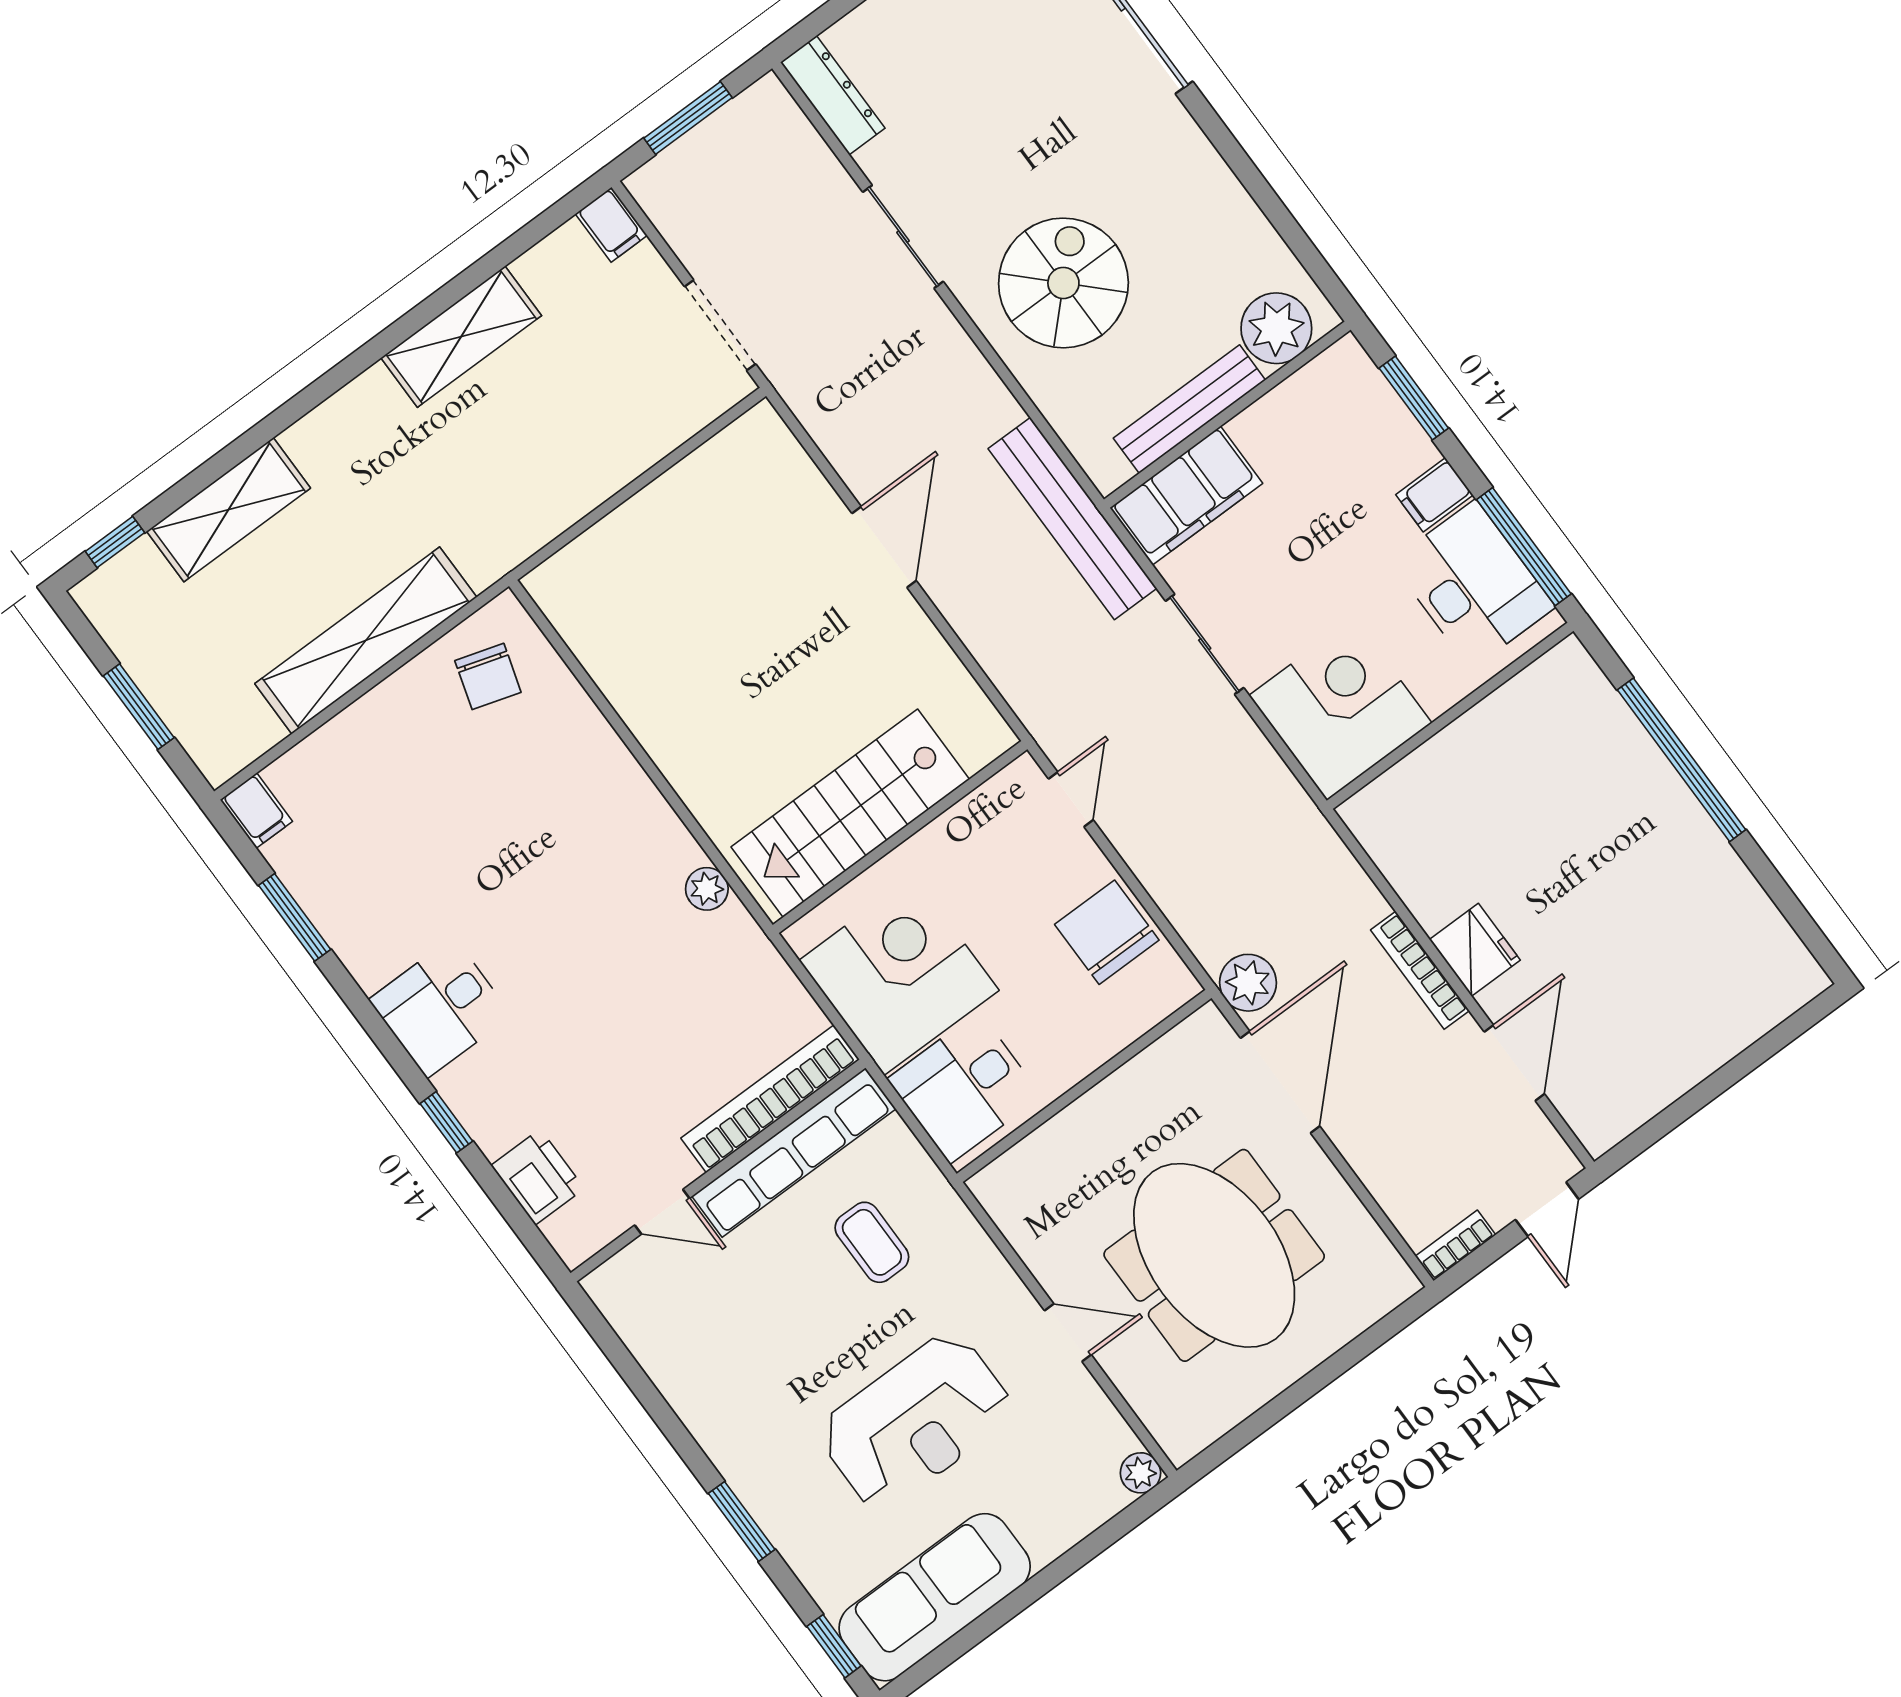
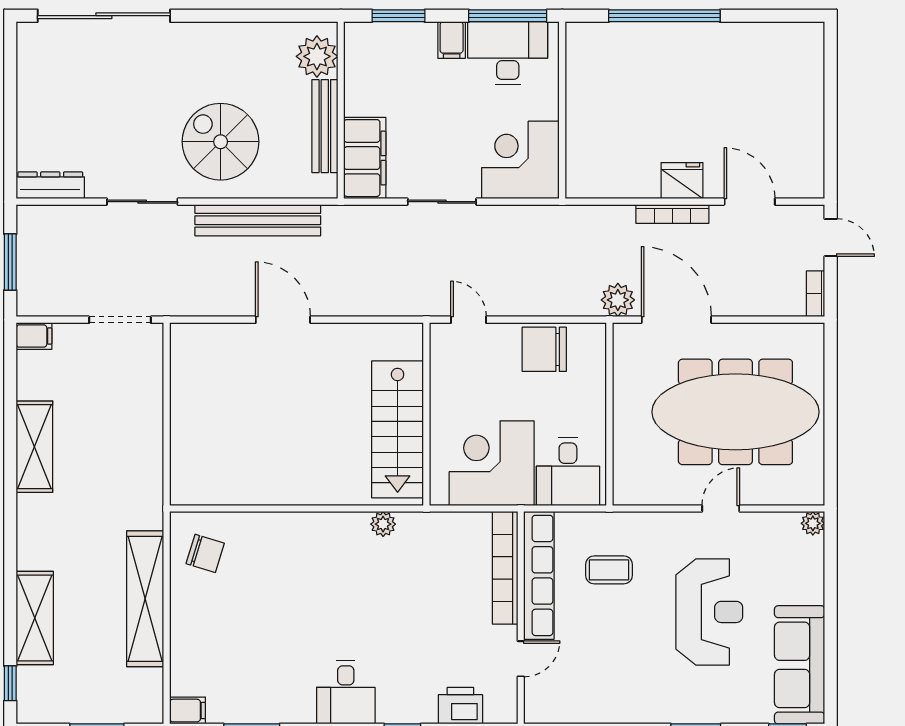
bench: (1072, 519) -> (258, 220), moved
meeting table: (1214, 1255) -> (735, 412), width x1.36

